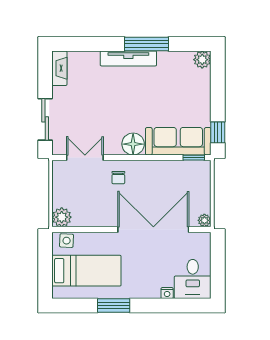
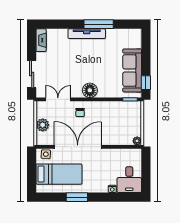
plant: (202, 60) -> (136, 34), removed
sofa: (178, 141) -> (132, 70), moved, turned -90
plant: (62, 217) -> (43, 125), moved
double door: (153, 229) -> (78, 147), moved

